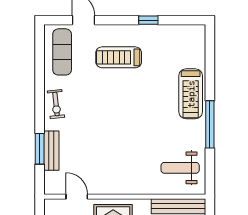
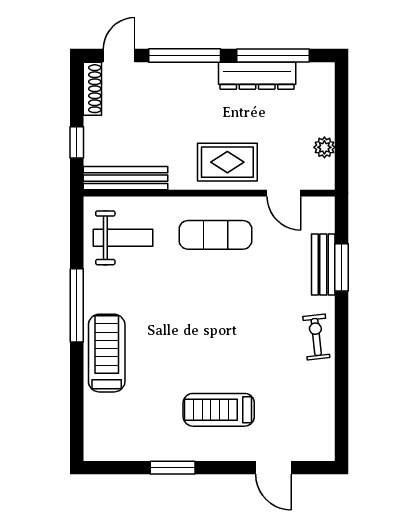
window: (148, 20) -> (173, 468), width x1.50
exercise mat: (62, 52) -> (215, 235), moved, turned 90
treadmill: (119, 57) -> (219, 410), turned 180

